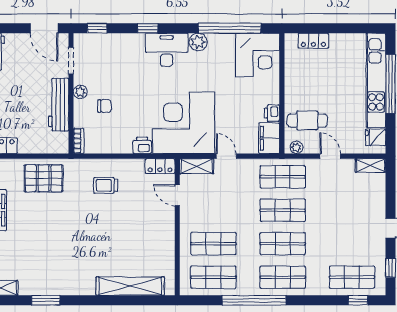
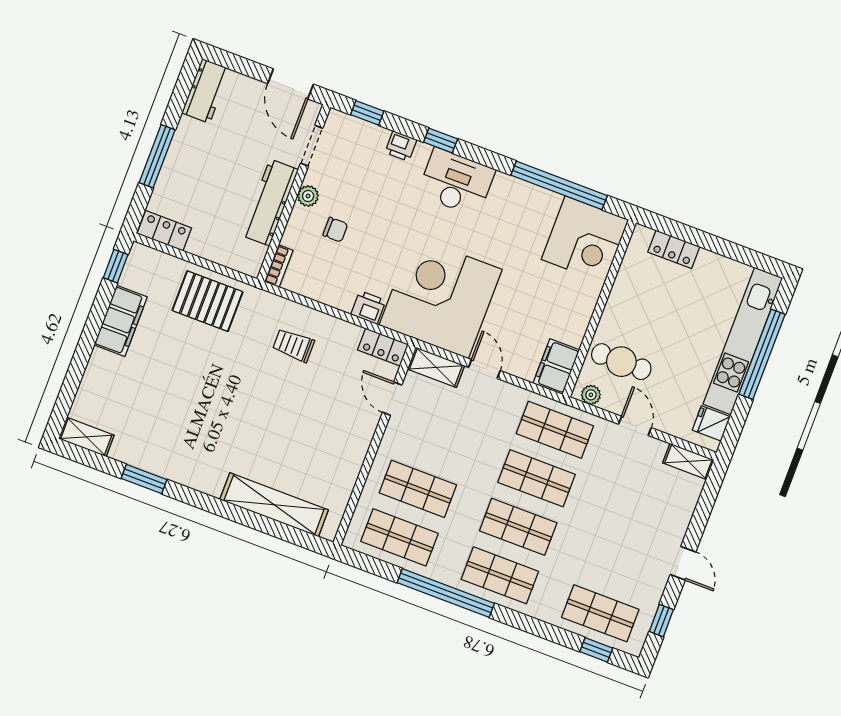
plant: (198, 42) -> (506, 188), removed
printer: (272, 113) -> (401, 146), moved, turned -90

